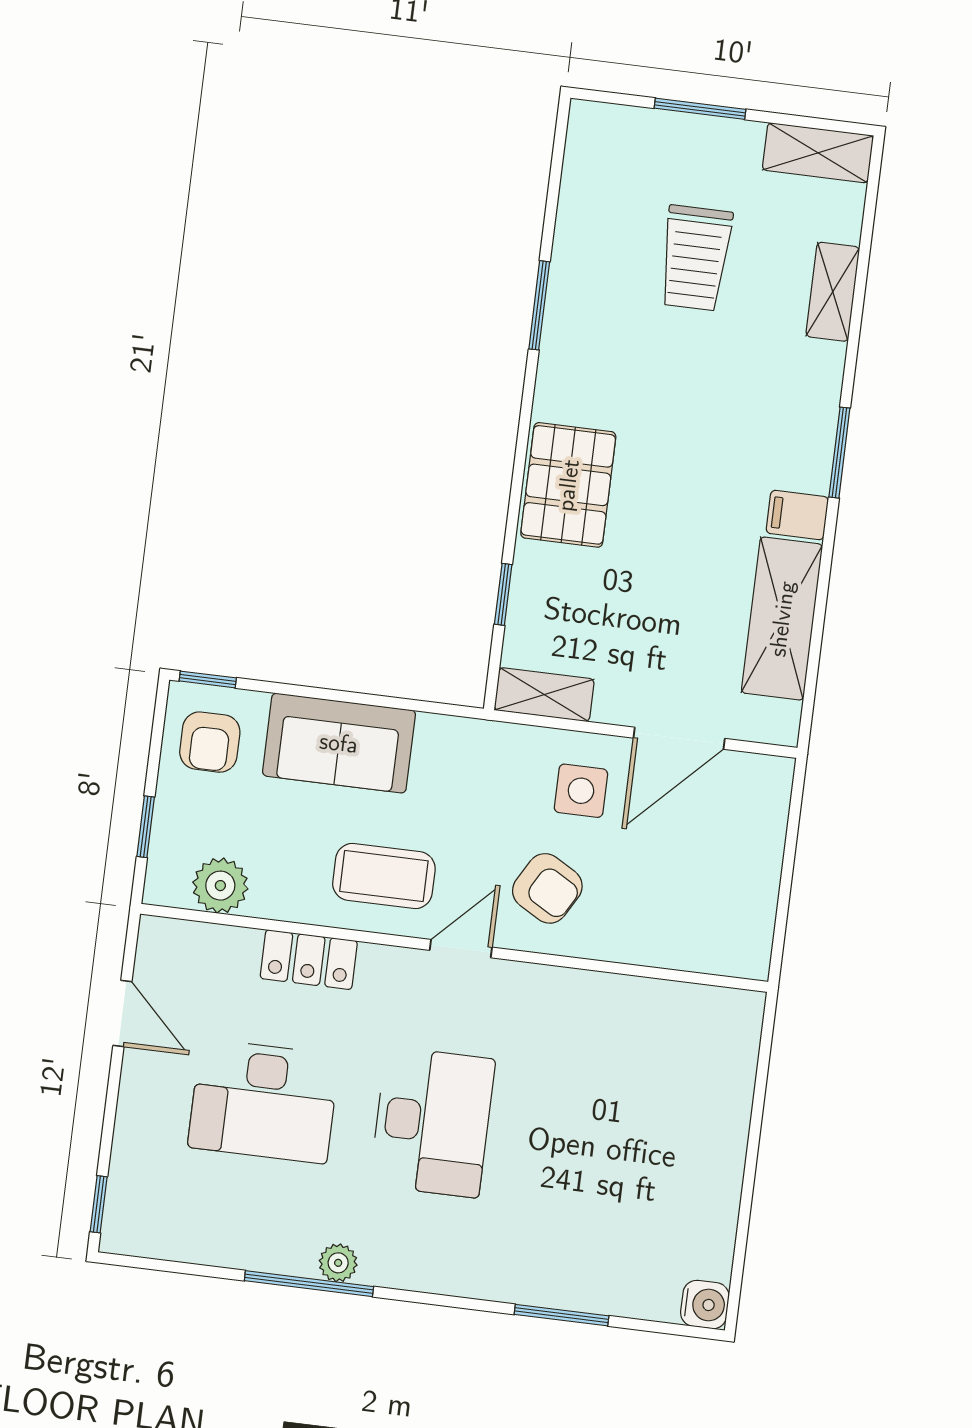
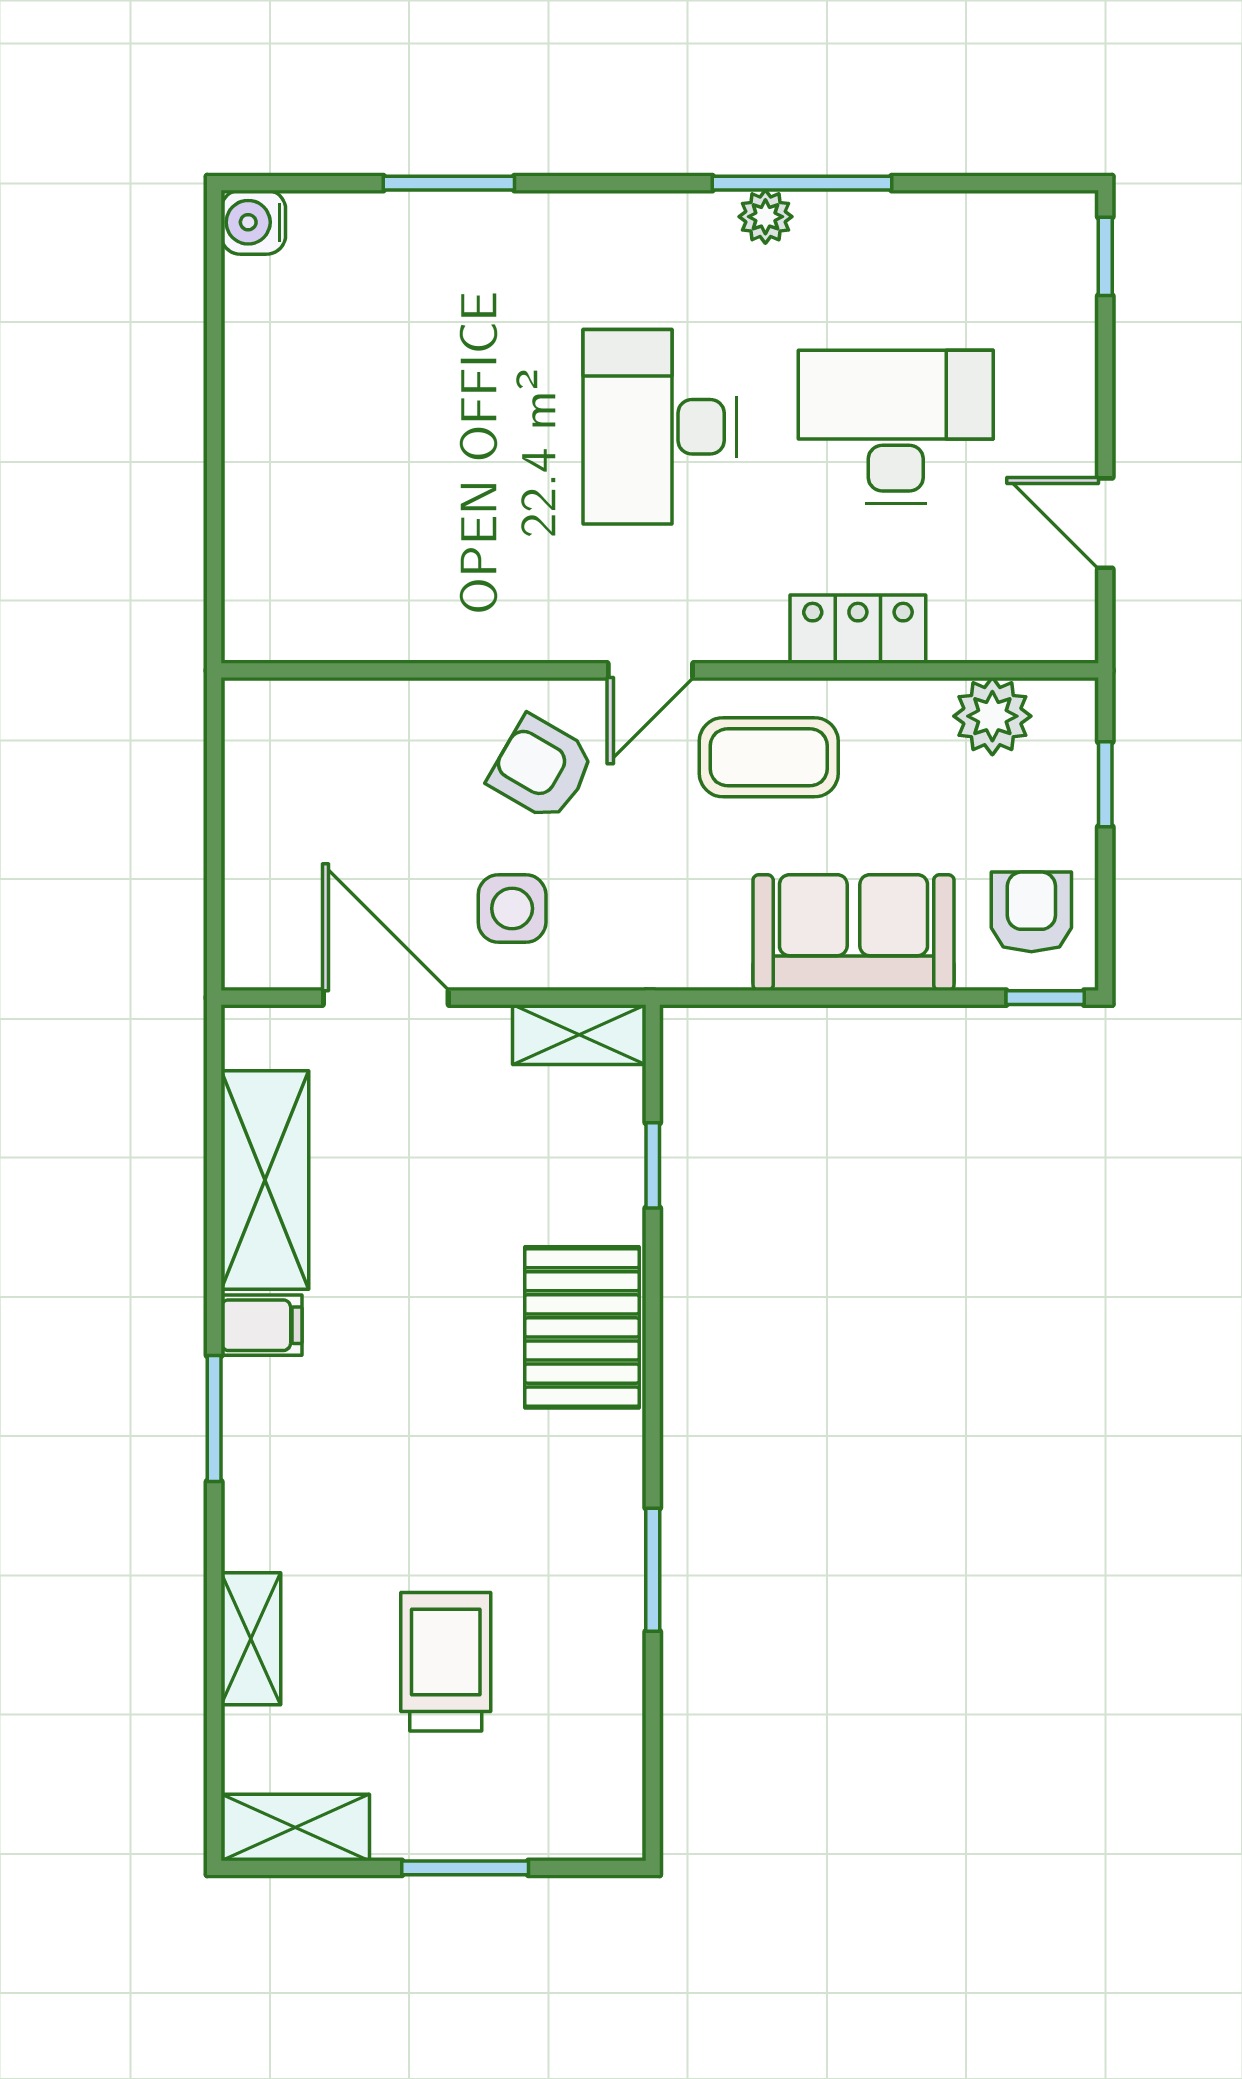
door: (679, 738) -> (386, 998), hinge flipped

